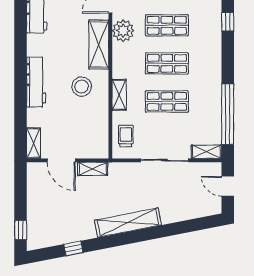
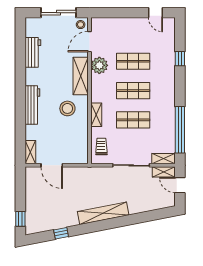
shelving: (93, 169) -> (164, 172), moved

